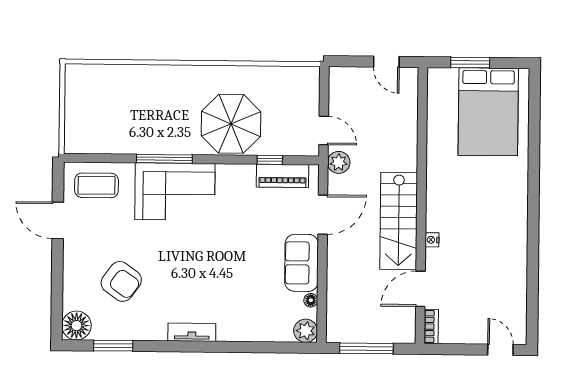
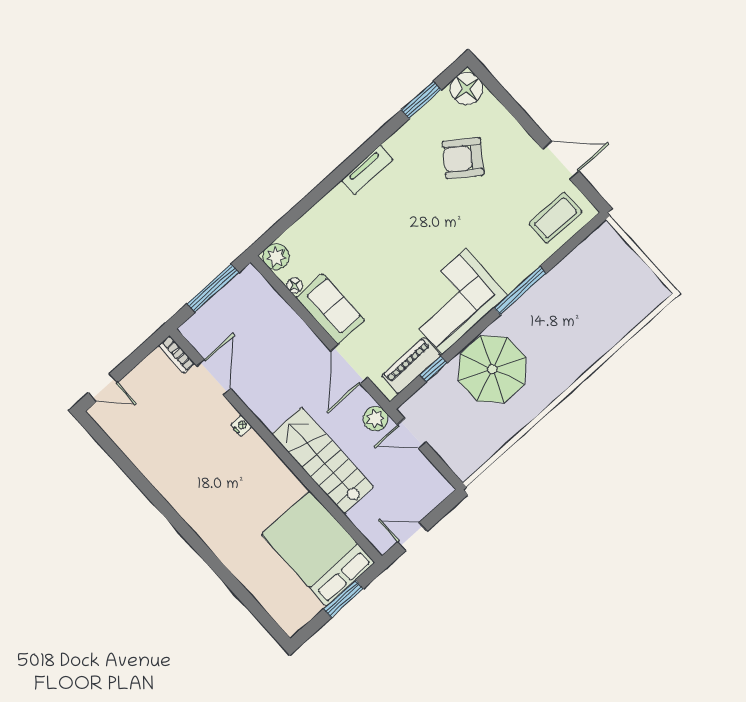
bed: (488, 112) -> (318, 548), moved
corner sofa: (175, 192) -> (454, 302), moved
stairs: (399, 221) -> (323, 460), moved

